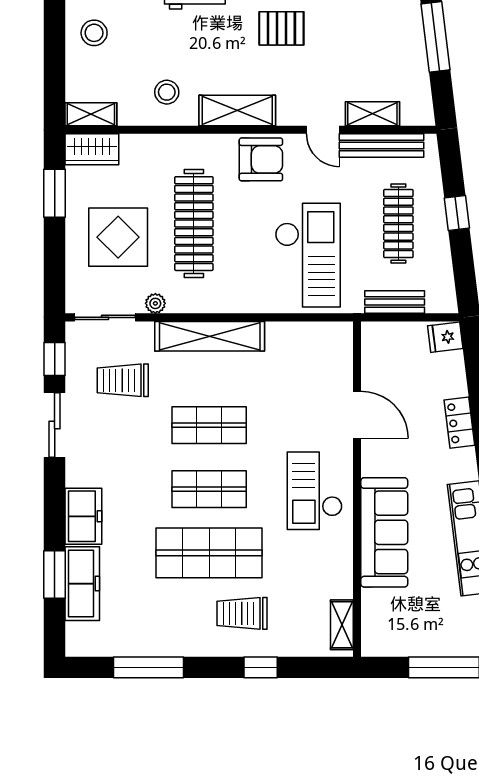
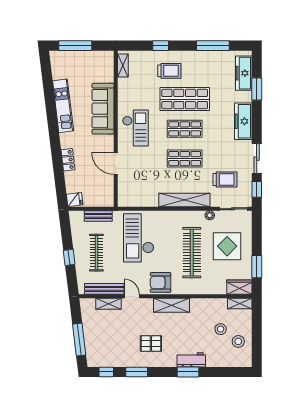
stool: (167, 92) -> (221, 329), moved
freezer: (83, 516) -> (243, 121), width x1.40
freezer: (82, 584) -> (244, 73), moved

